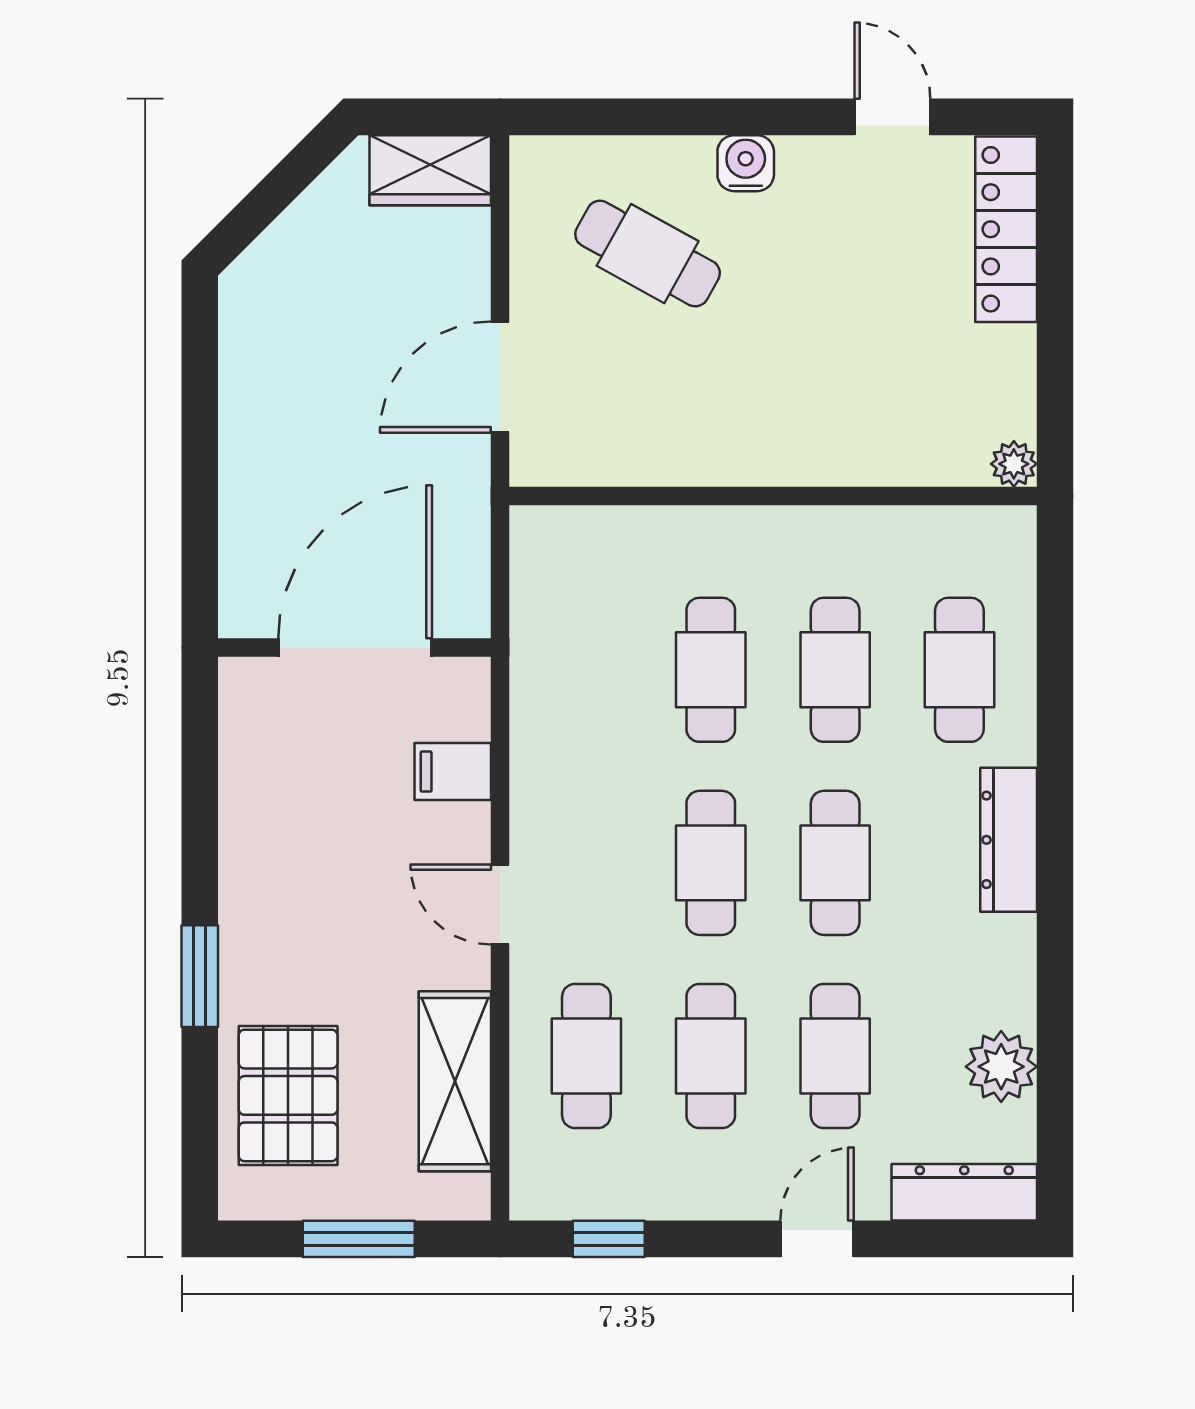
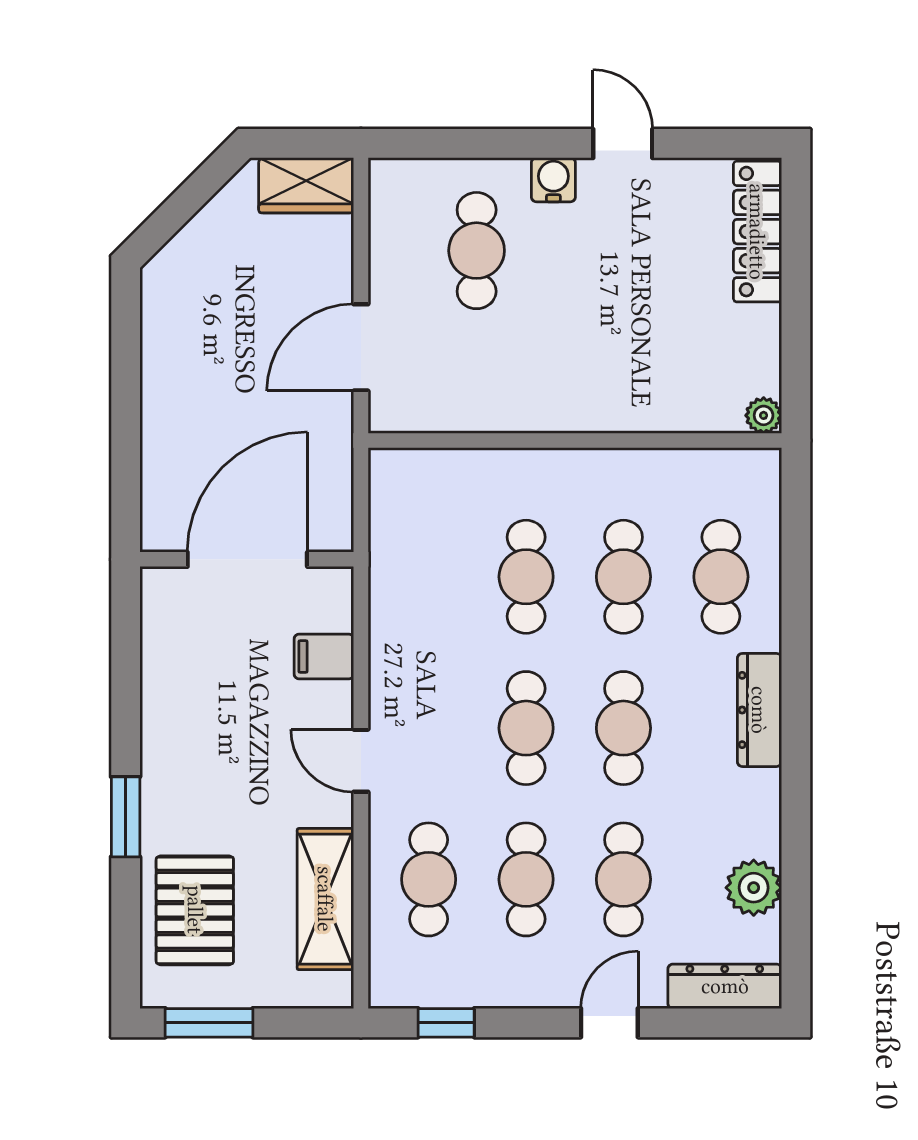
door: (892, 117) -> (623, 143), moved
cafe table: (648, 254) -> (477, 251), turned 61
window: (359, 1239) -> (209, 1023), moved

